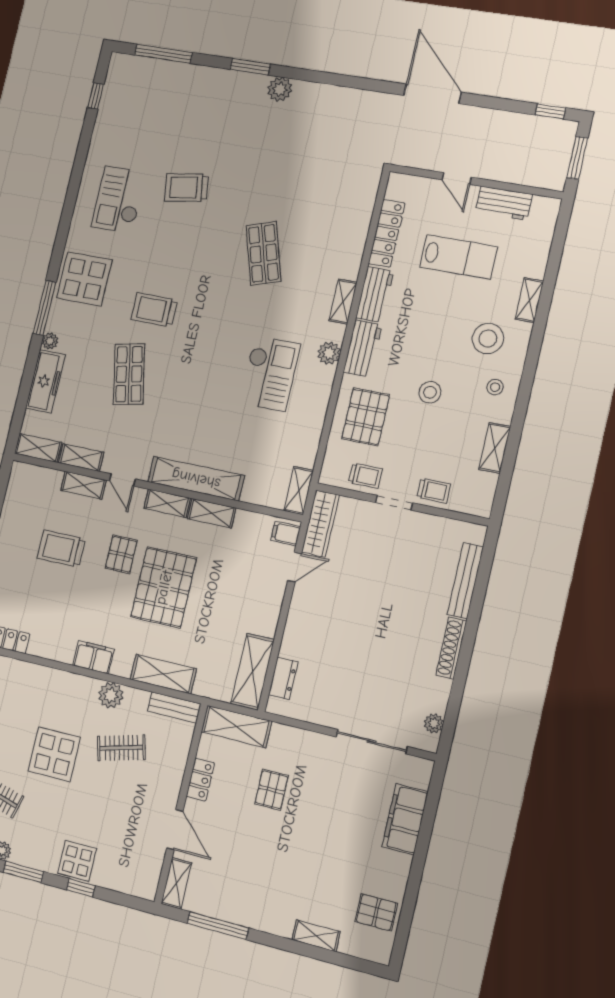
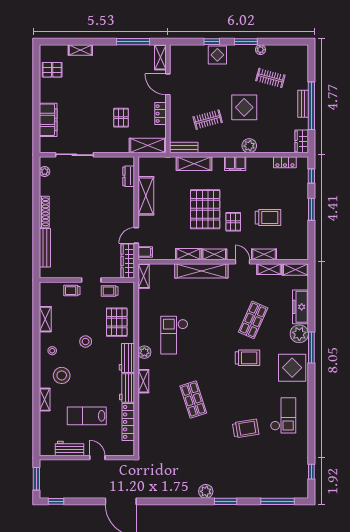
plant: (50, 341) -> (299, 334), width x1.88, depth x1.88
shop shelf: (129, 374) -> (253, 320), turned 36
shelving: (253, 672) -> (146, 196), moved
plant: (111, 695) -> (249, 146), moved

